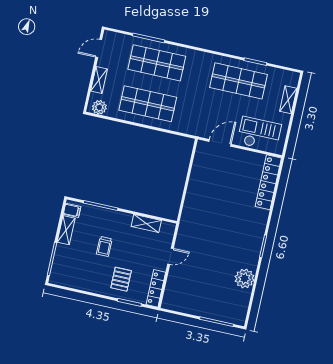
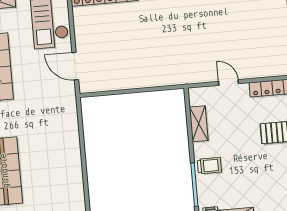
shop shelf: (148, 104) -> (56, 167), removed
trolley: (104, 246) -> (209, 166), moved

